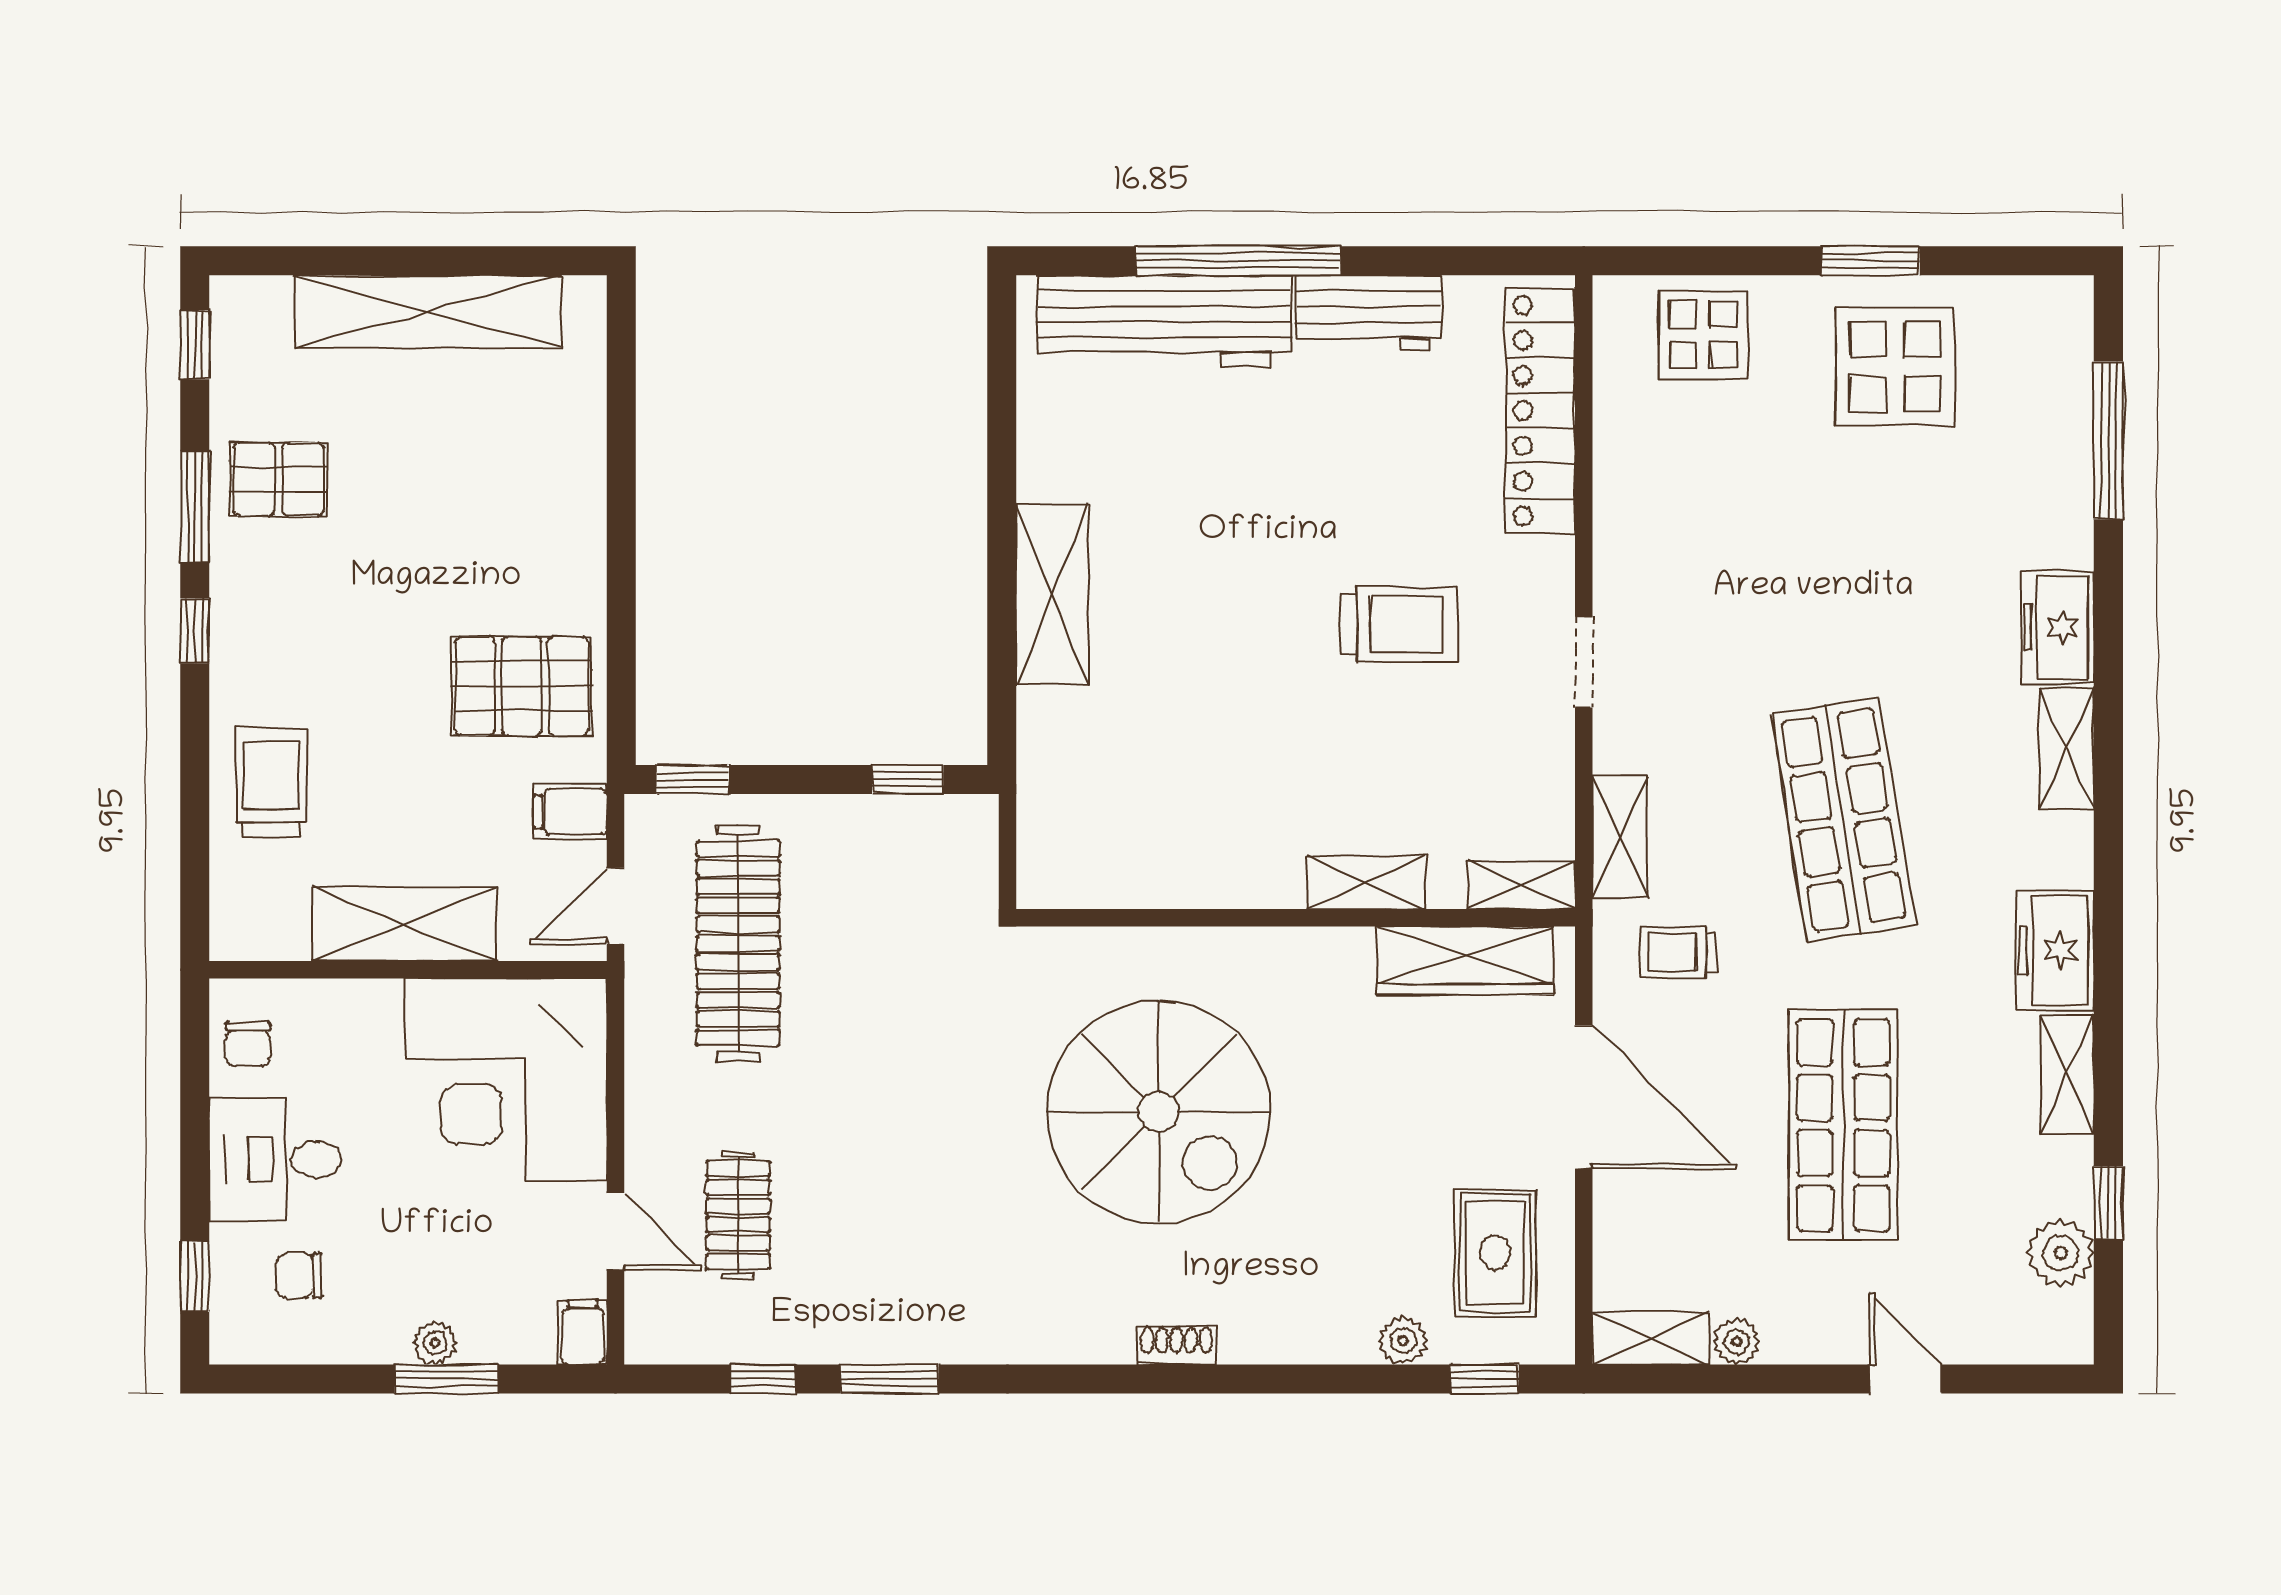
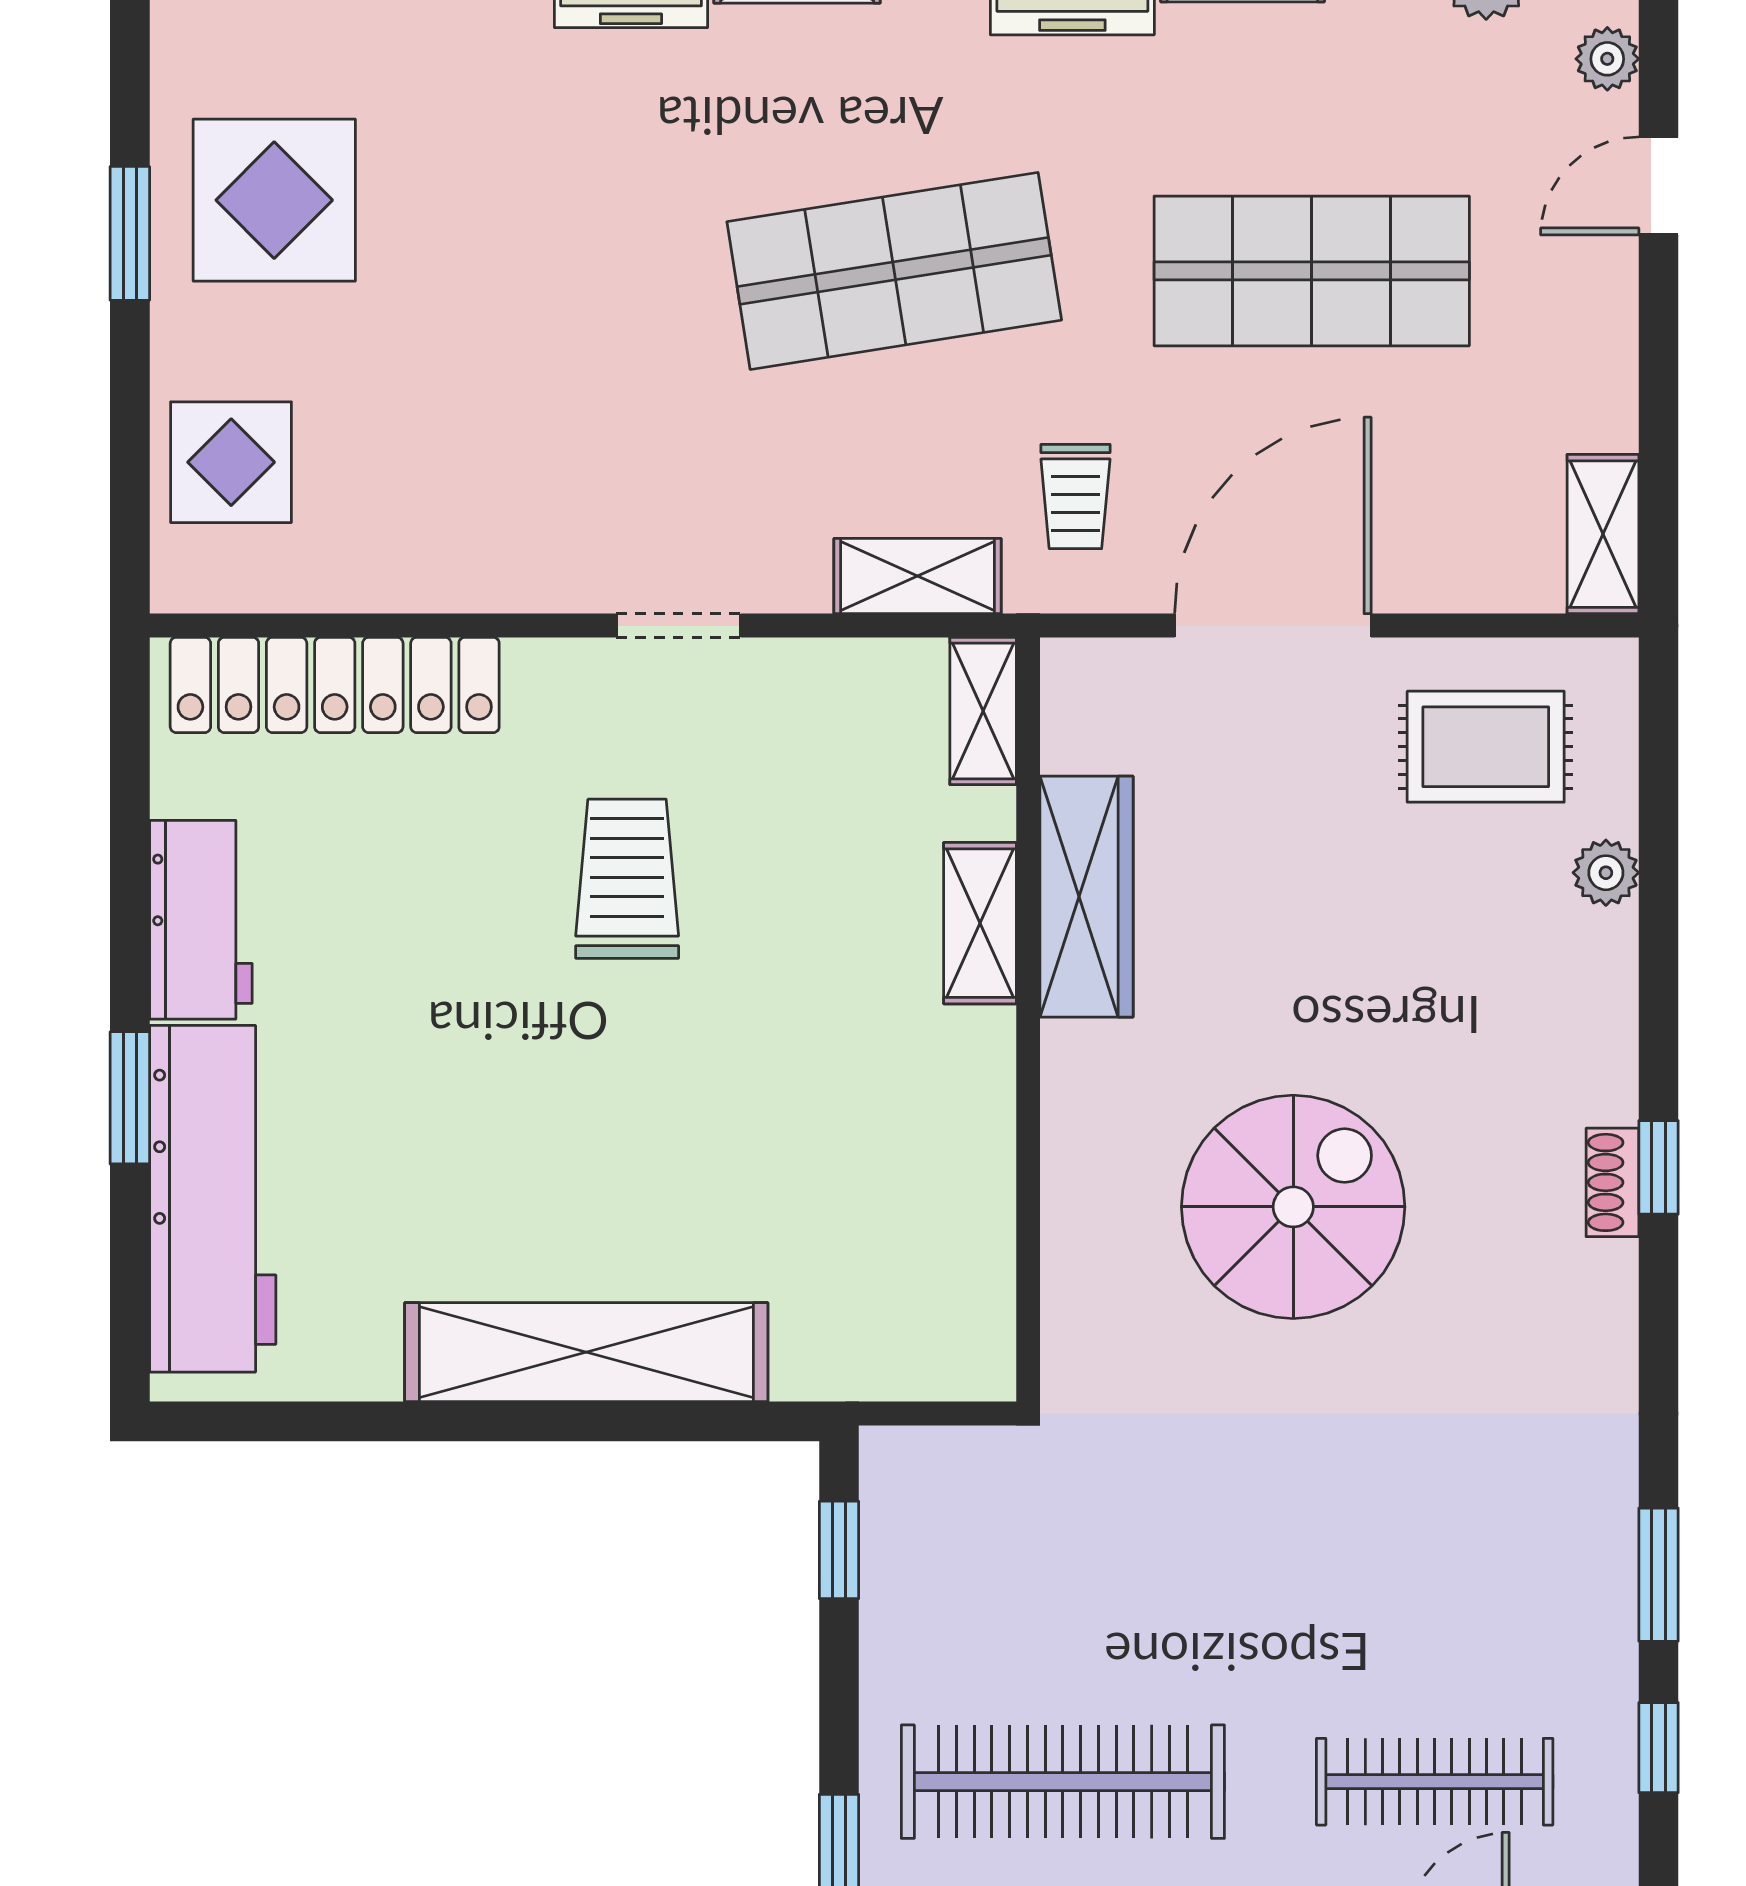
window: (1238, 261) -> (130, 1098), width x0.47
shelving: (1052, 595) -> (586, 1352), width x1.47
wardrobe: (1465, 961) -> (1087, 897), moved
spiral stairs: (1159, 1112) -> (1293, 1207), width x0.73, depth x0.73
clothes rail: (738, 1215) -> (1435, 1782), width x1.36
plant: (1737, 1342) -> (1607, 59), moved
window: (1484, 1379) -> (1658, 1167), moved

